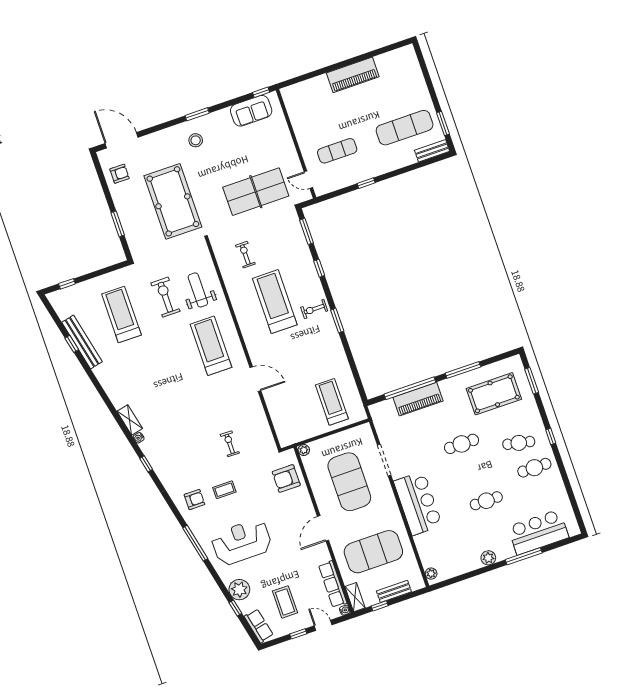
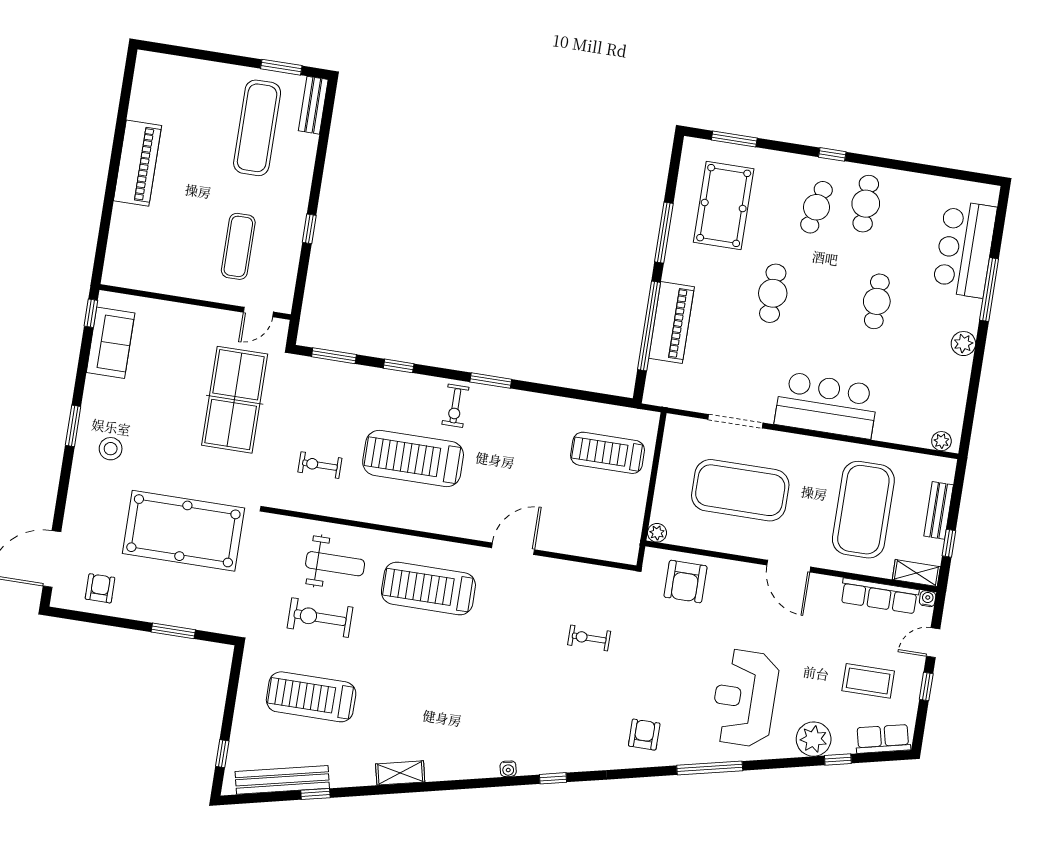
weight bench: (198, 290) -> (335, 564), turned 180
bench: (82, 342) -> (282, 780), moved
shelving: (130, 420) -> (400, 773), moved
coffee table: (224, 490) -> (653, 682), removed

